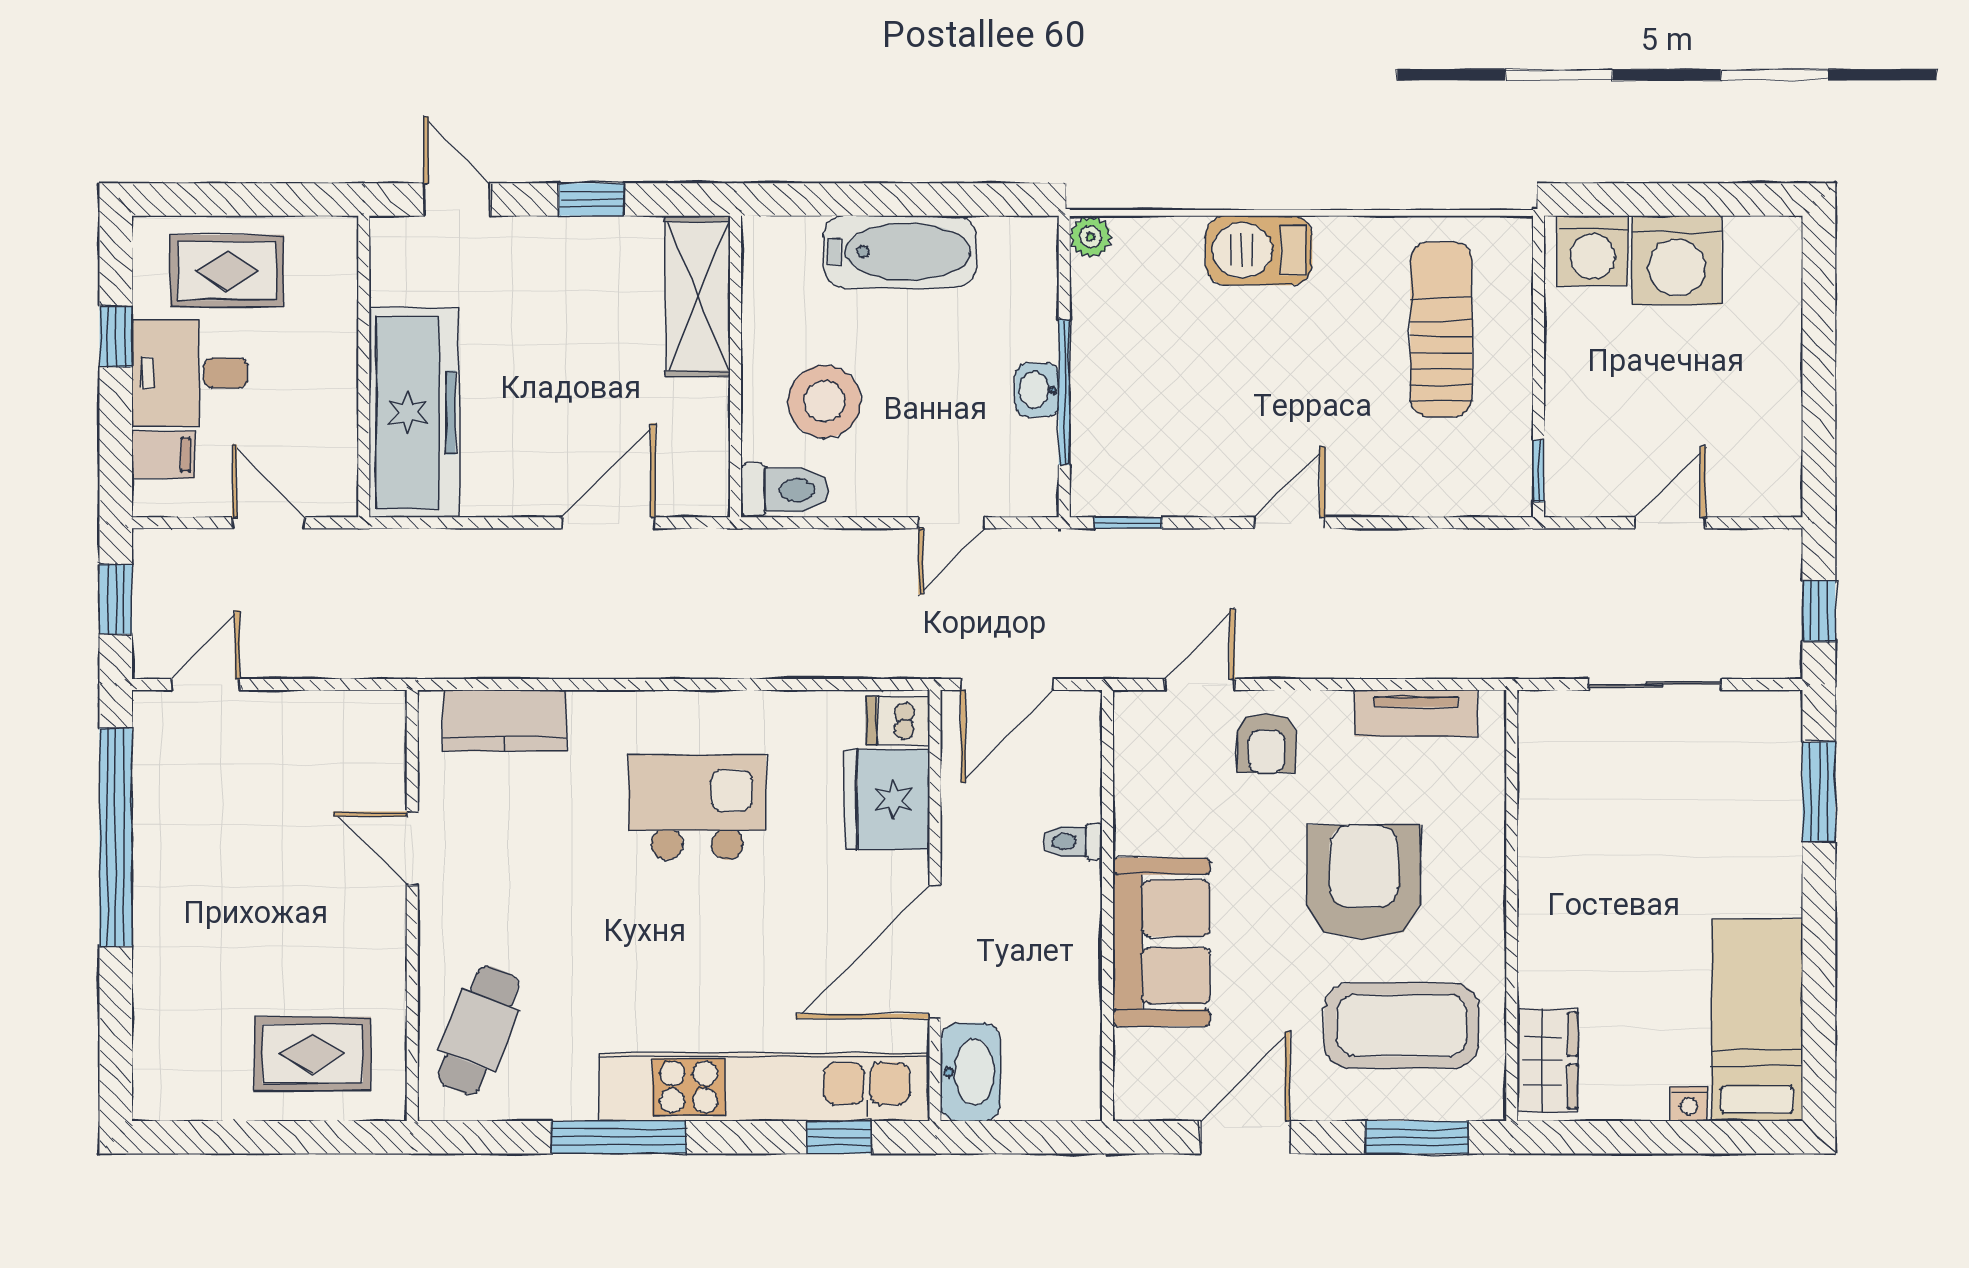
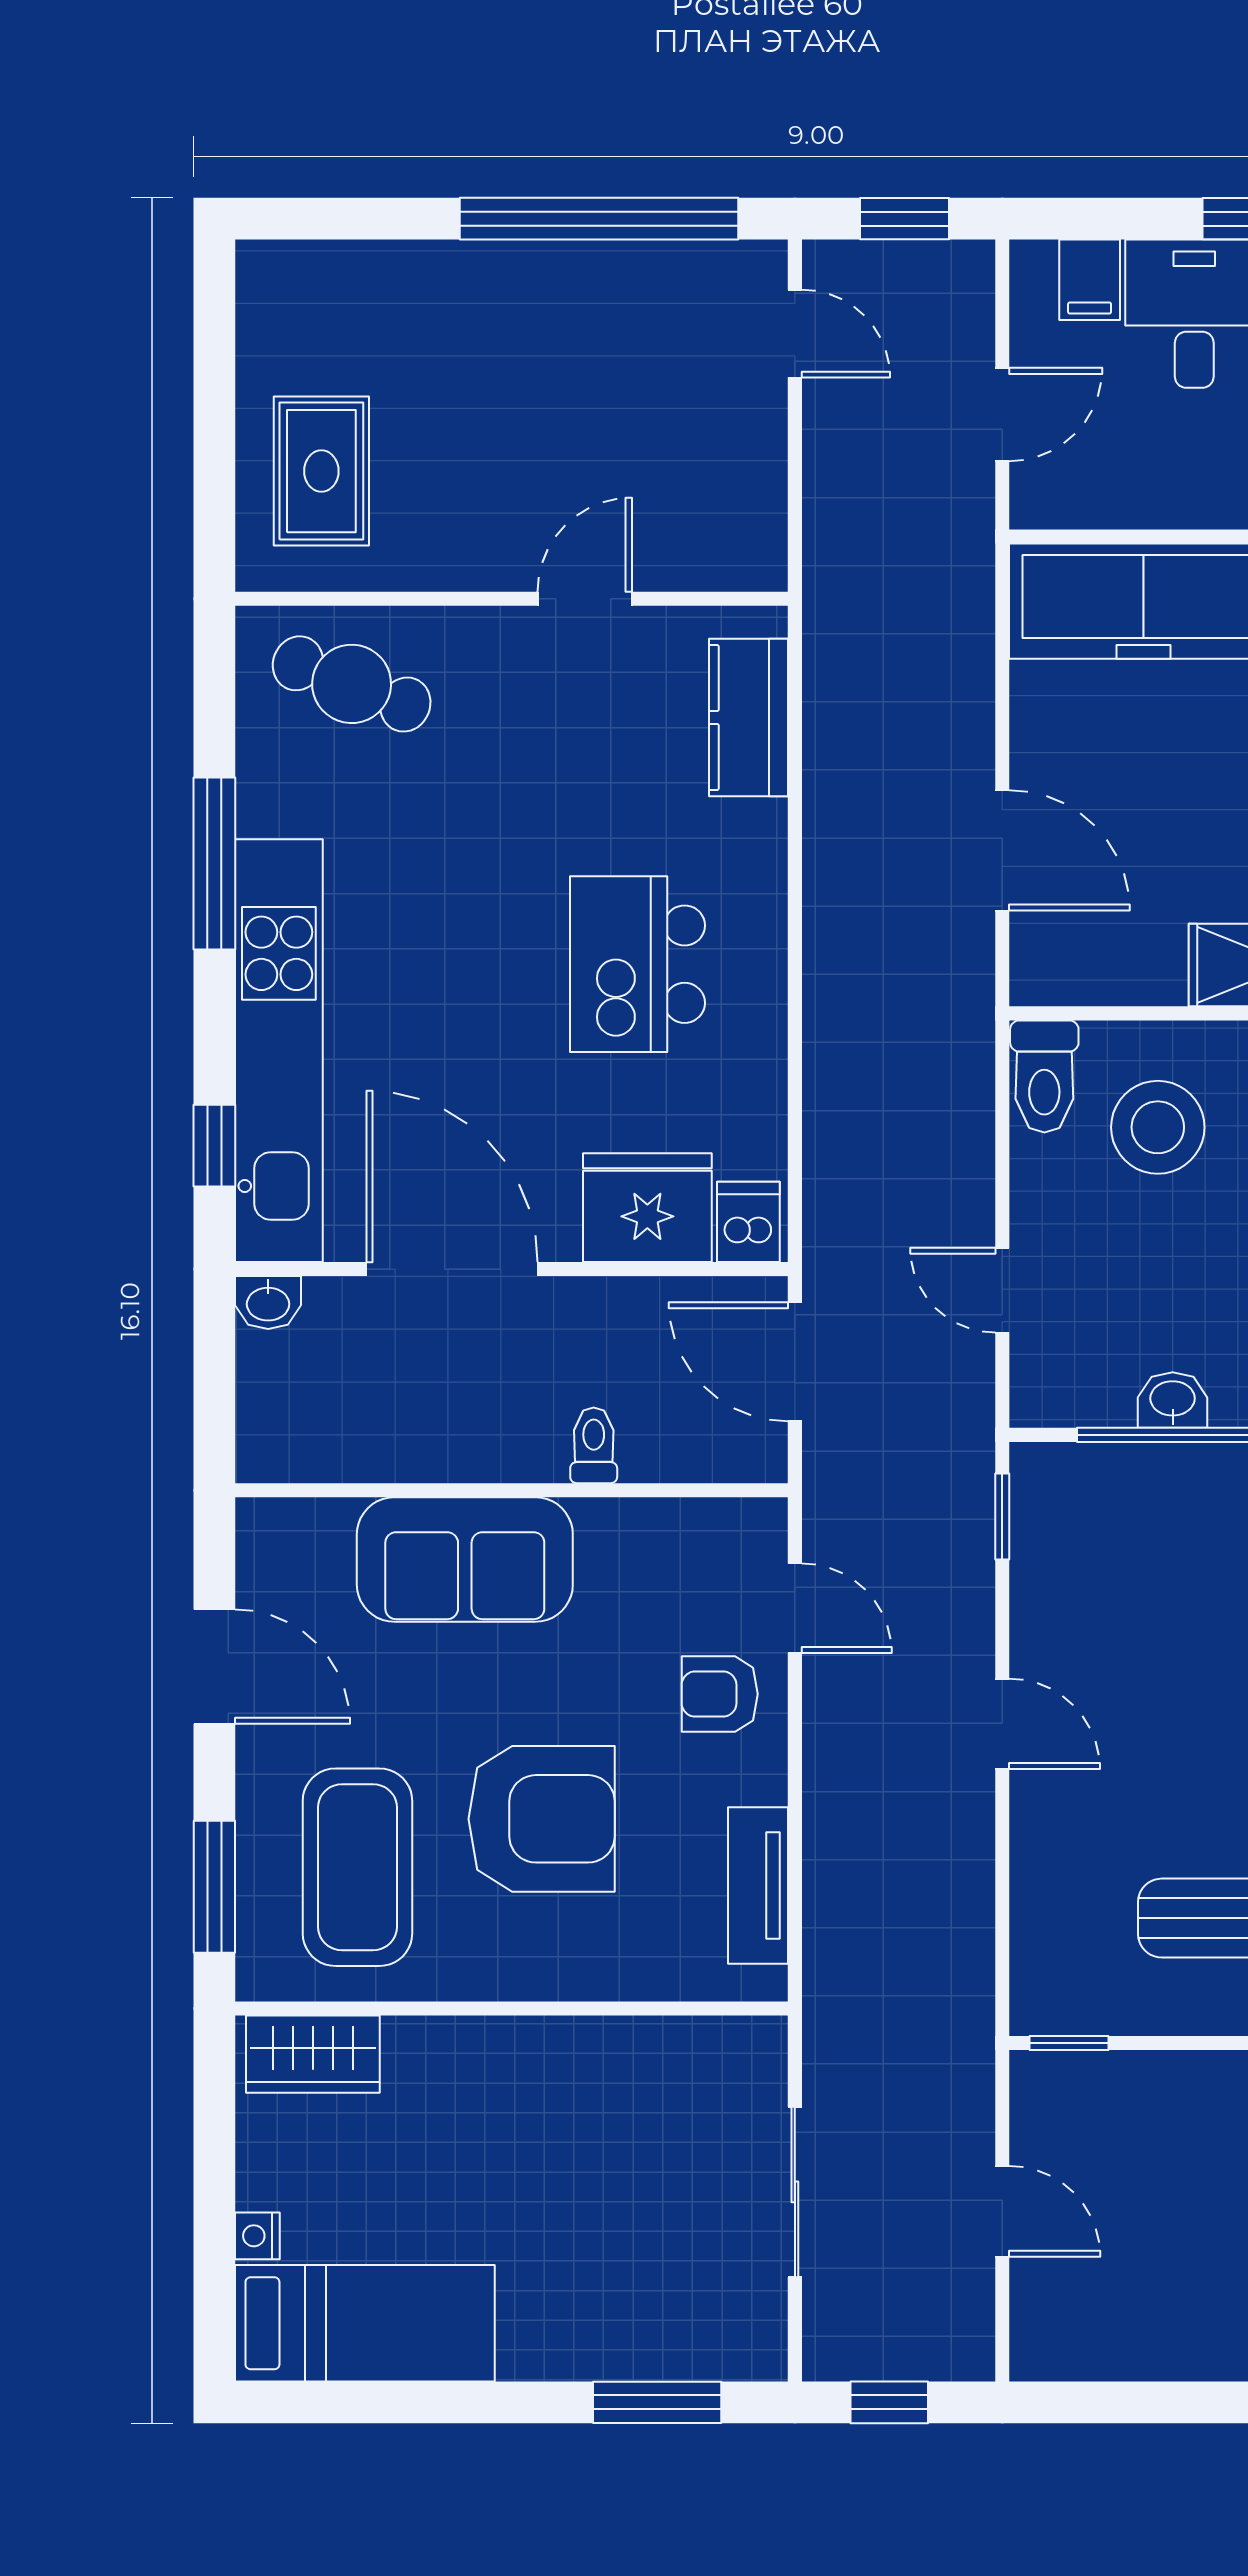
kitchen island: (697, 807) -> (637, 964), turned 180
washbasin: (970, 1072) -> (268, 1303), width x0.52, depth x0.69

